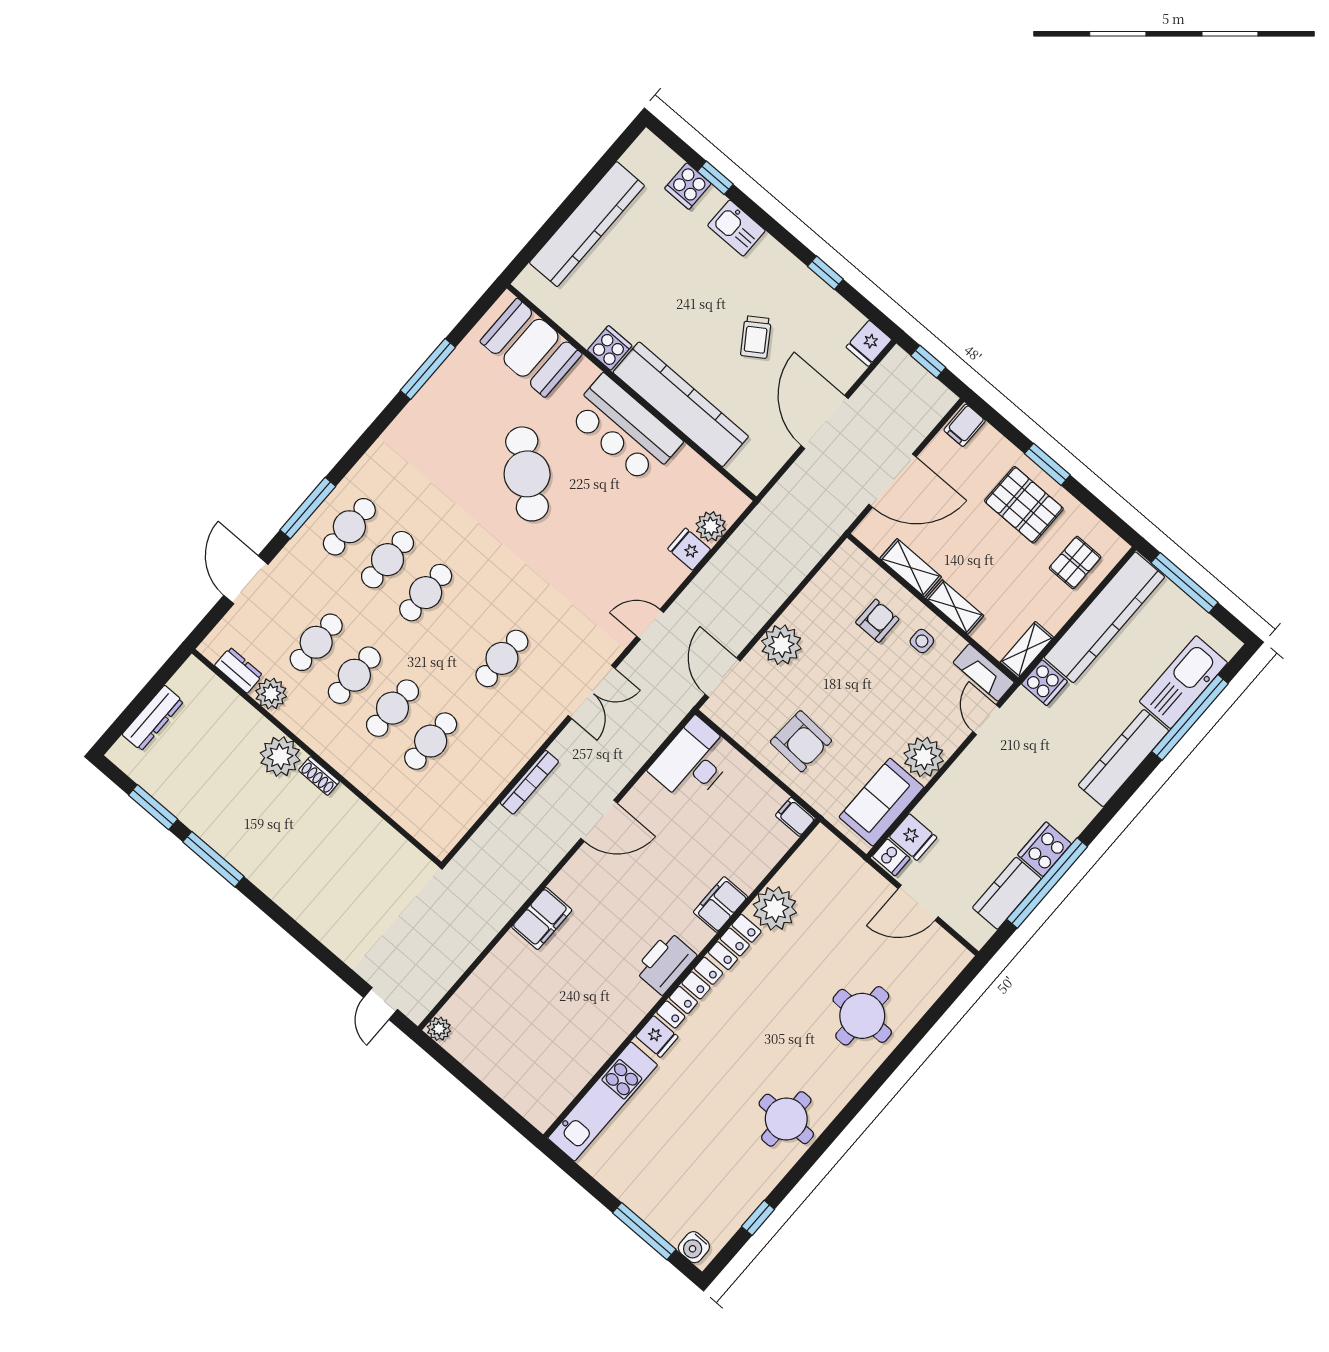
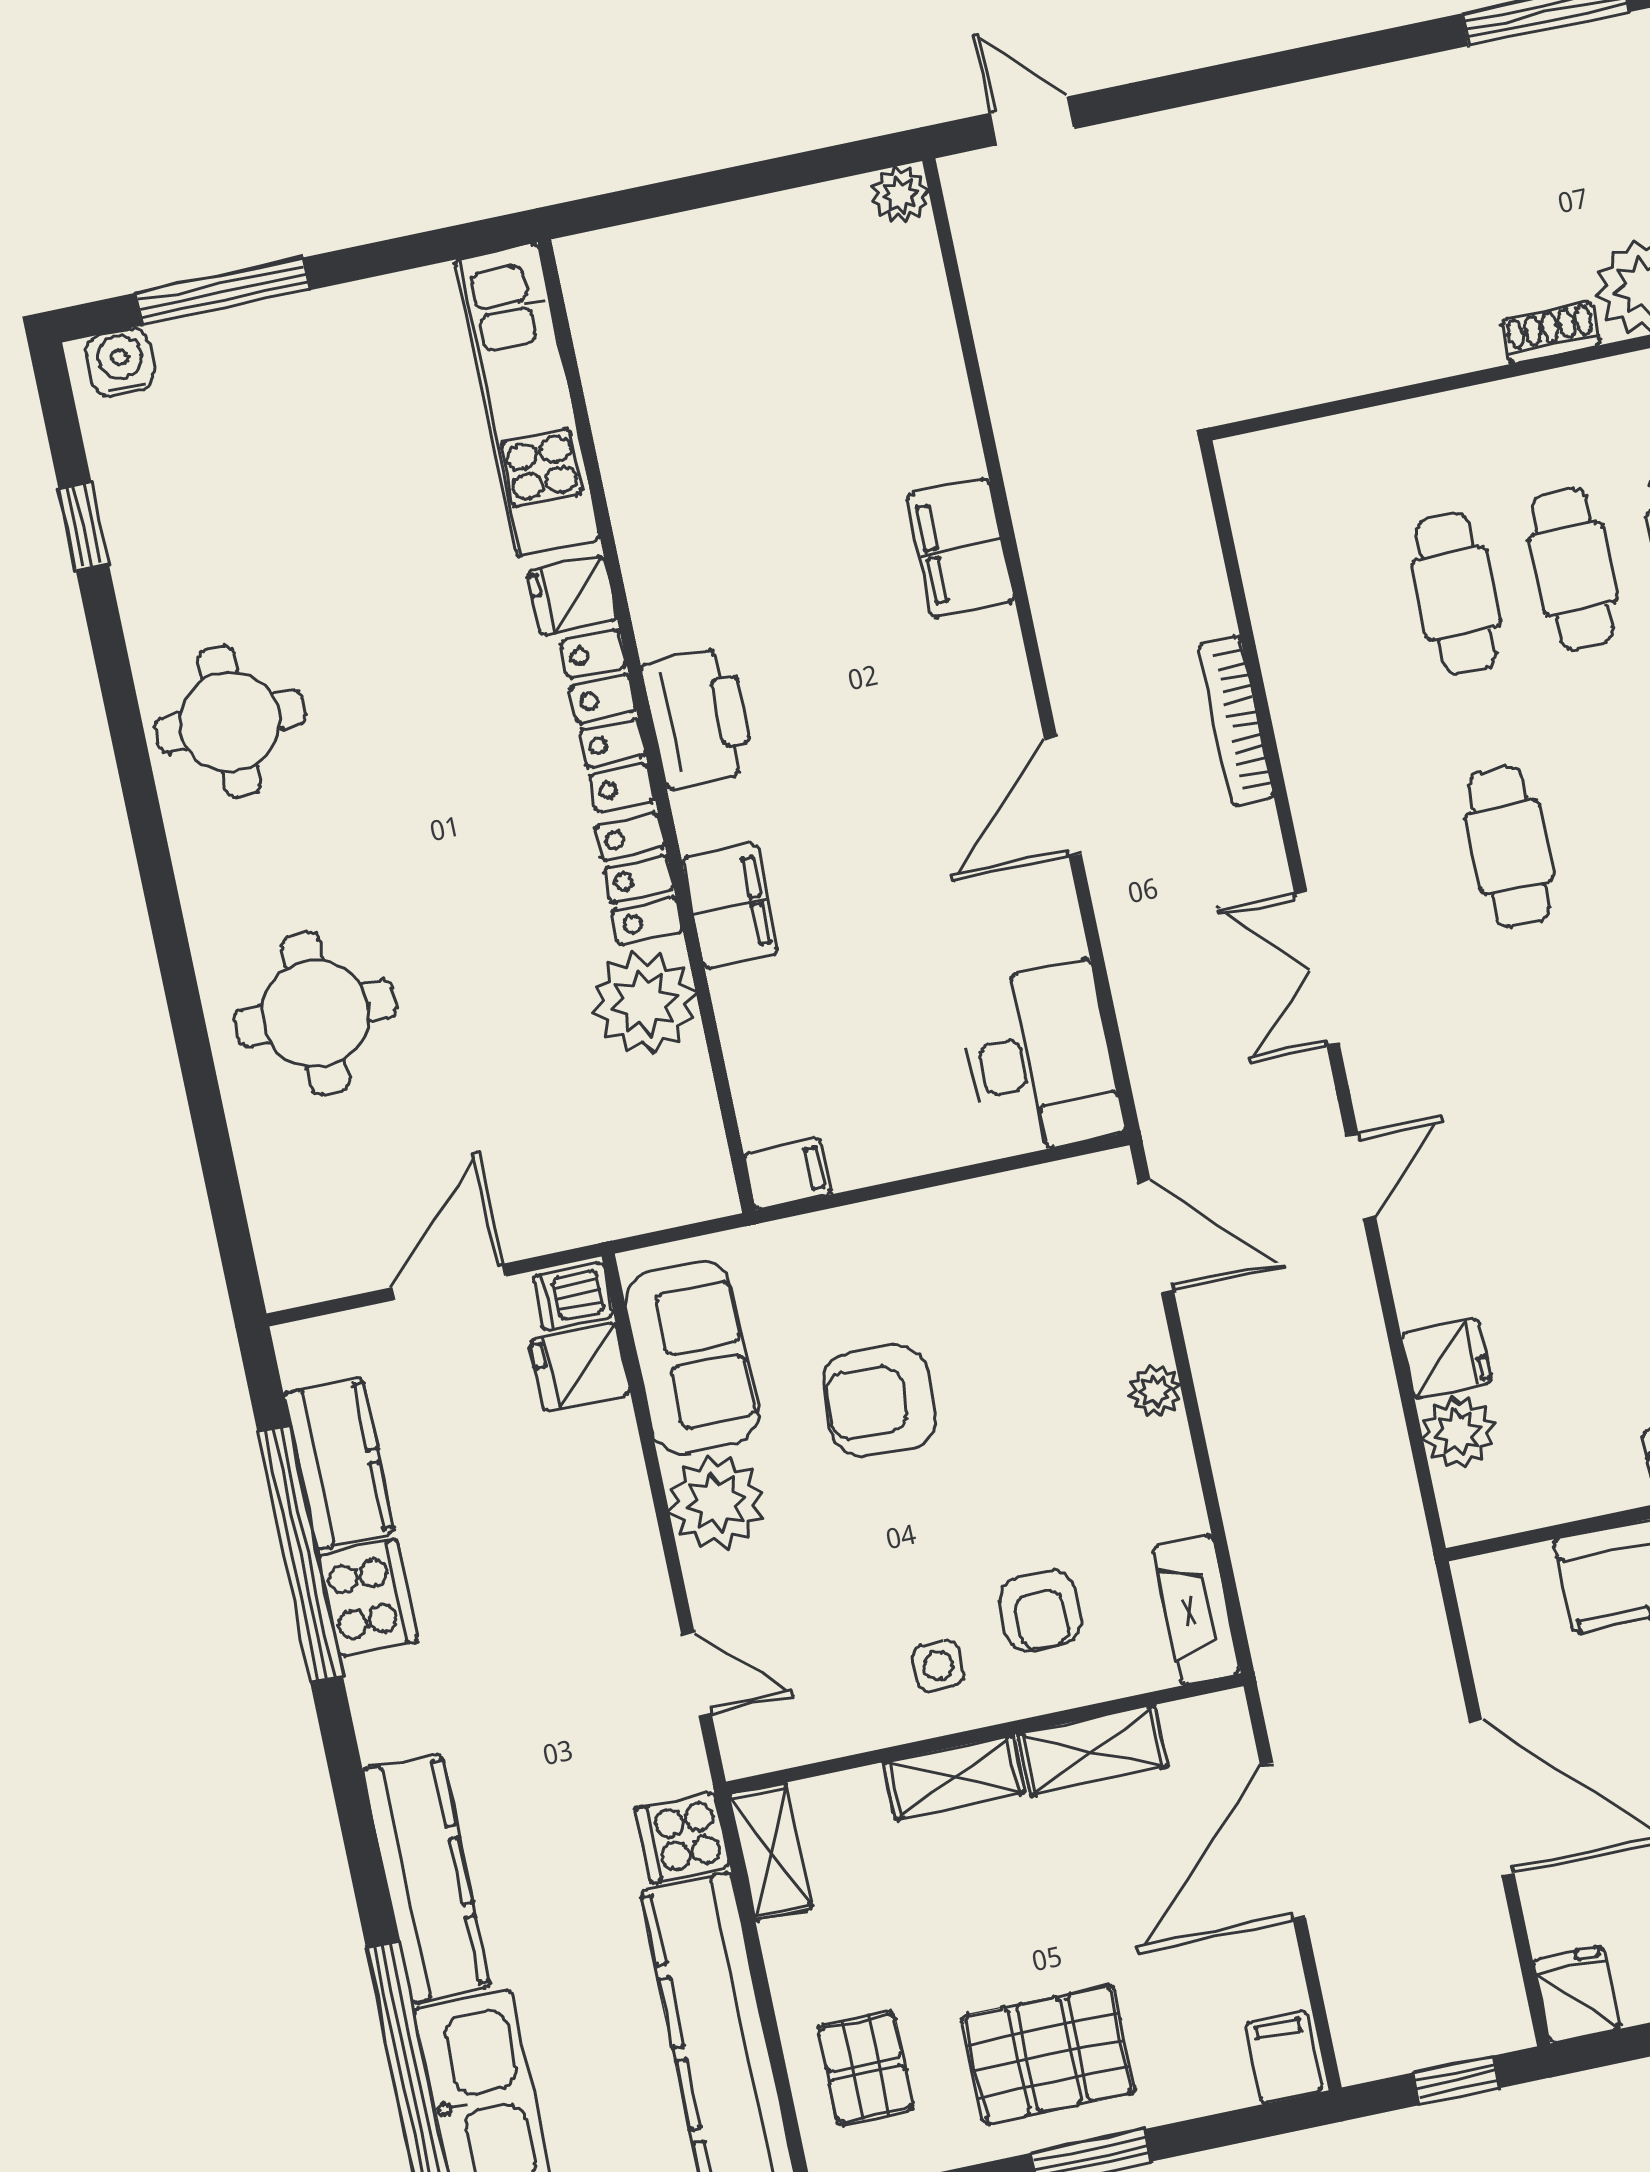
plant: (781, 645) -> (1155, 1390), width x0.53, depth x0.53
fireplace: (984, 673) -> (1196, 1610), moved, turned -90
armchair: (801, 741) -> (879, 1401), moved

